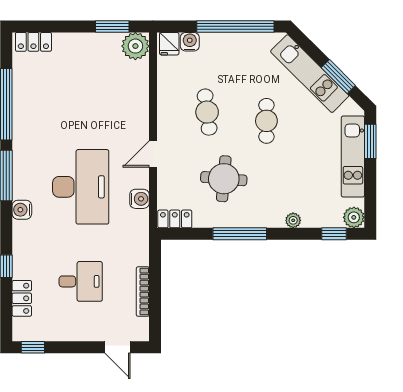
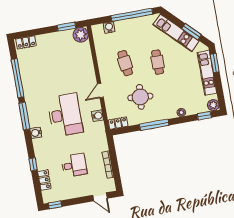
fridge: (169, 44) -> (98, 30), removed

